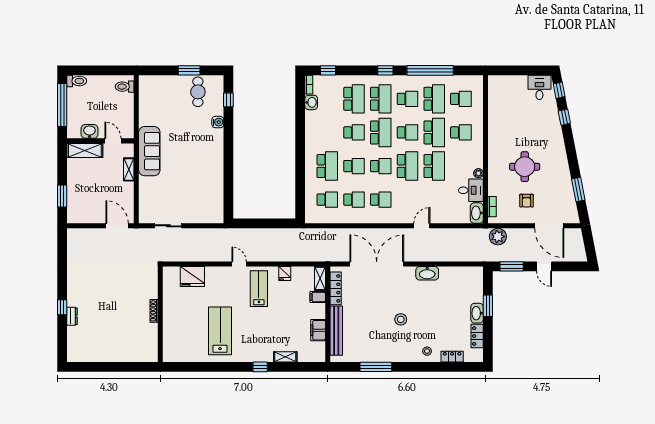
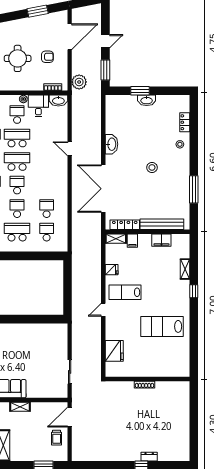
school desk: (381, 200) -> (17, 114), moved
trolley: (94, 211) -> (57, 438), added
locker: (477, 336) -> (167, 100), removed

